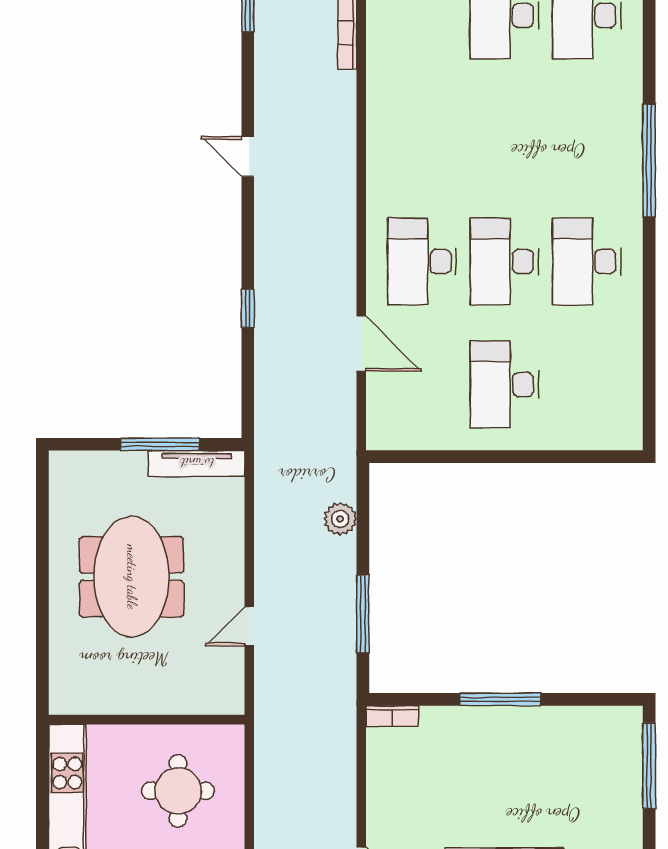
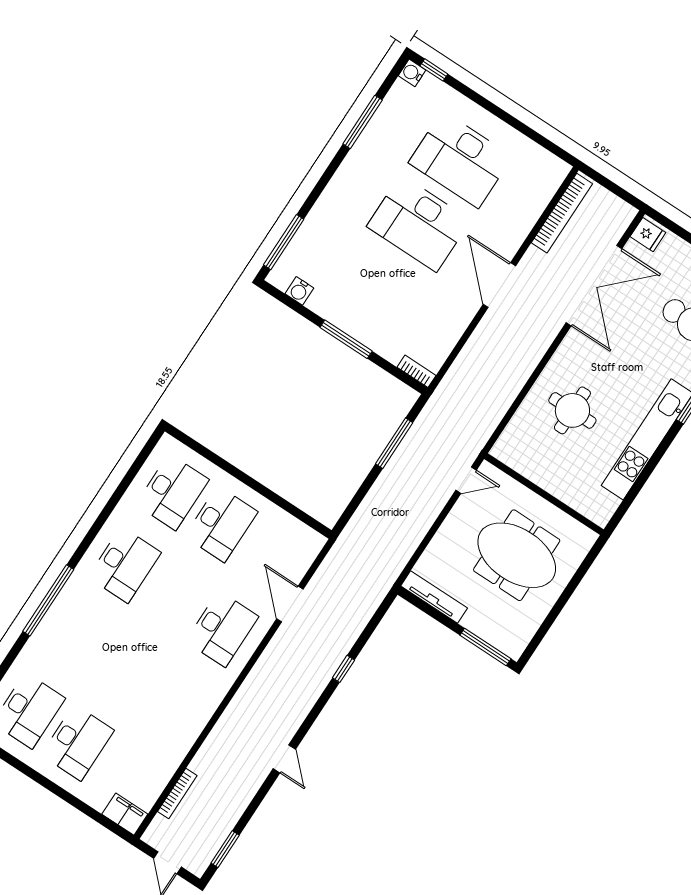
desk: (504, 262) -> (172, 492), moved
window: (160, 444) -> (485, 647), moved
plant: (340, 519) -> (371, 508), removed
meeting table: (132, 577) -> (517, 555), turned 90
wall: (147, 720) -> (544, 494), moved
water cooler: (593, 720) -> (299, 291), added

